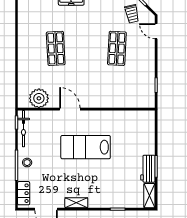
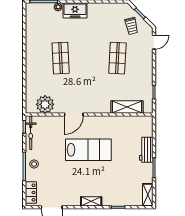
door: (156, 31) -> (154, 42), swing flipped
shelving: (127, 101) -> (127, 107), added
door: (70, 109) -> (74, 115), swing flipped
lab bench: (86, 147) -> (88, 150), turned 180
workbench: (148, 169) -> (146, 150), moved
shelving: (76, 203) -> (91, 201), moved

